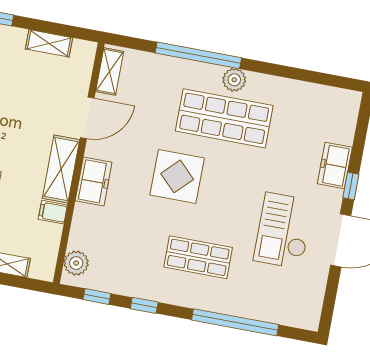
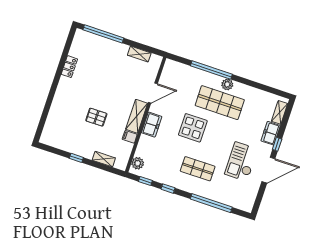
shelving: (110, 71) -> (279, 112), moved

